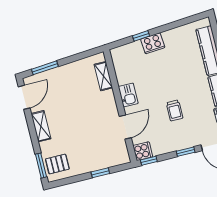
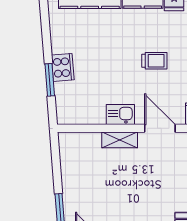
window: (141, 36) -> (50, 80), width x1.50
shelving: (103, 76) -> (120, 140), moved

